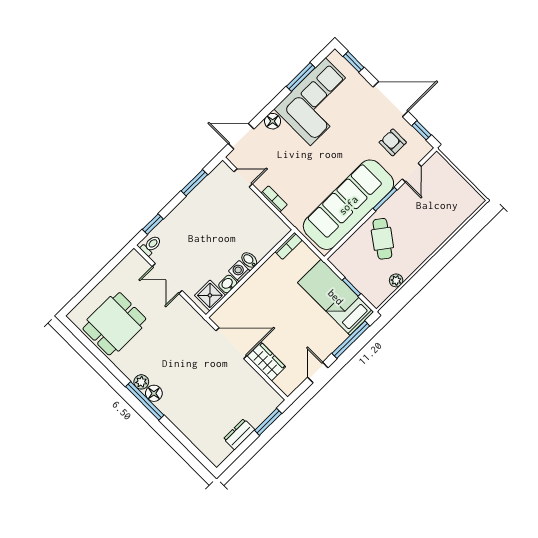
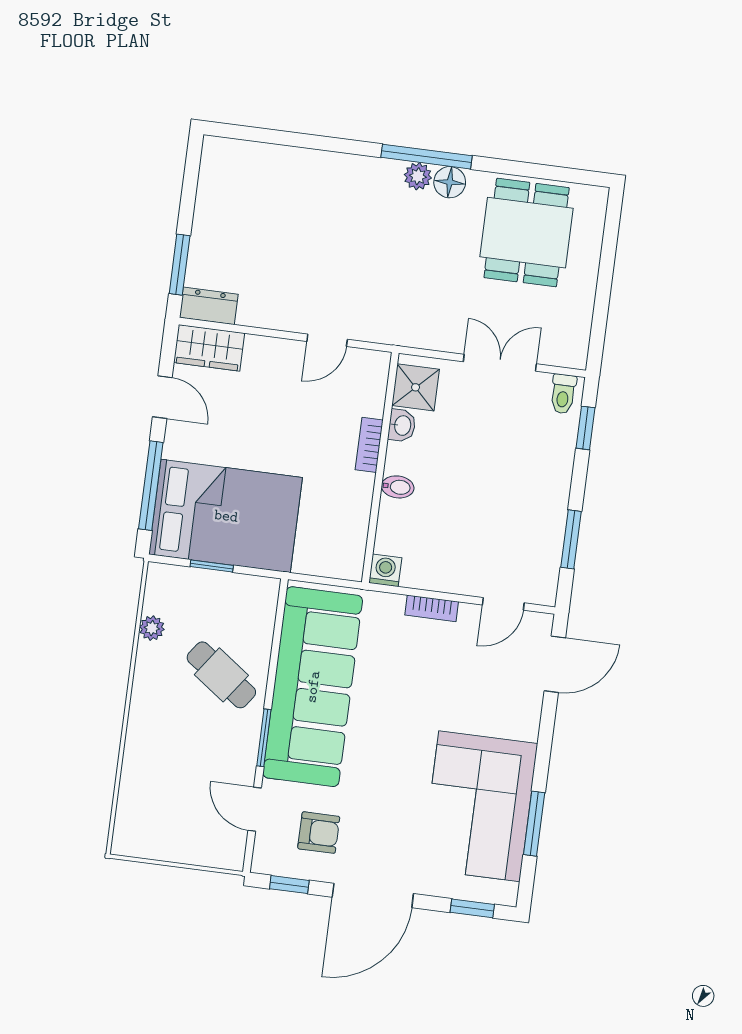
floor lamp: (273, 121) -> (525, 724), removed
bookcase: (289, 246) -> (369, 445), moved
washing machine: (239, 271) -> (385, 570), moved, turned -90
bed: (336, 297) -> (226, 516), width x1.50
door: (231, 343) -> (327, 340), width x0.53
wardrobe: (266, 362) -> (209, 348), moved
floor lamp: (154, 393) -> (450, 182), moved
window: (145, 401) -> (427, 157), moved
dresser: (239, 434) -> (209, 306), moved, turned -90

